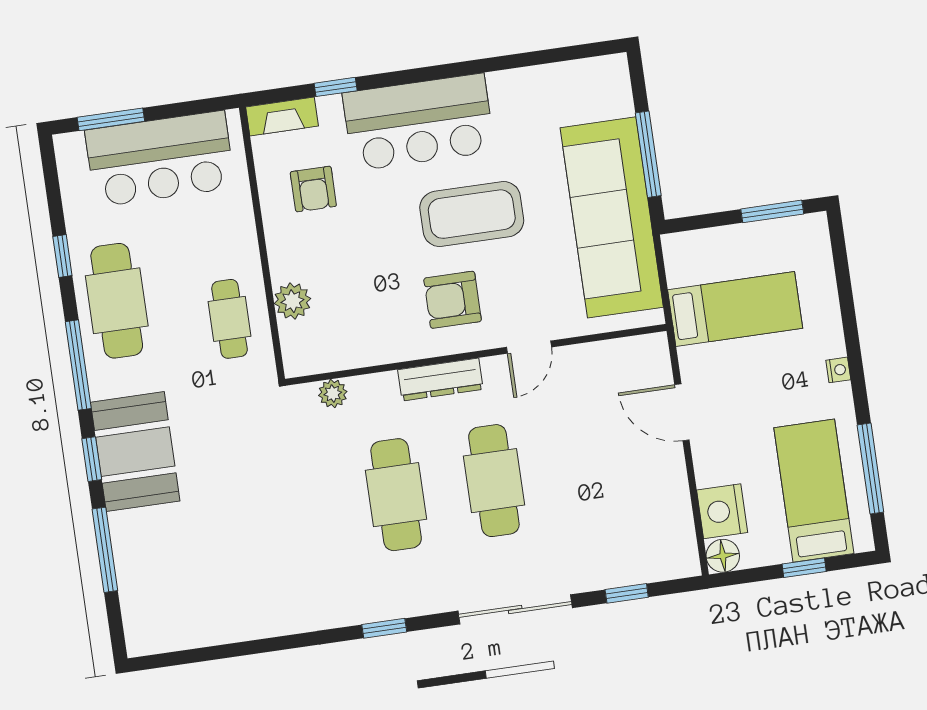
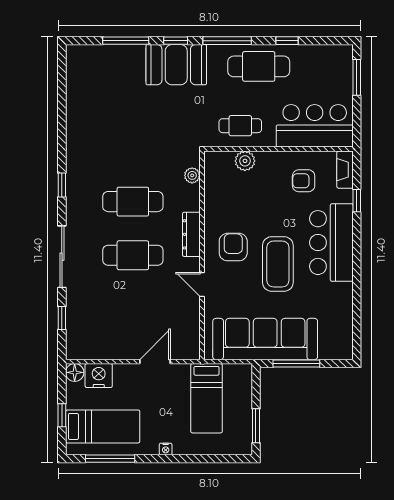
bar counter: (160, 159) -> (315, 126), moved, turned 90

